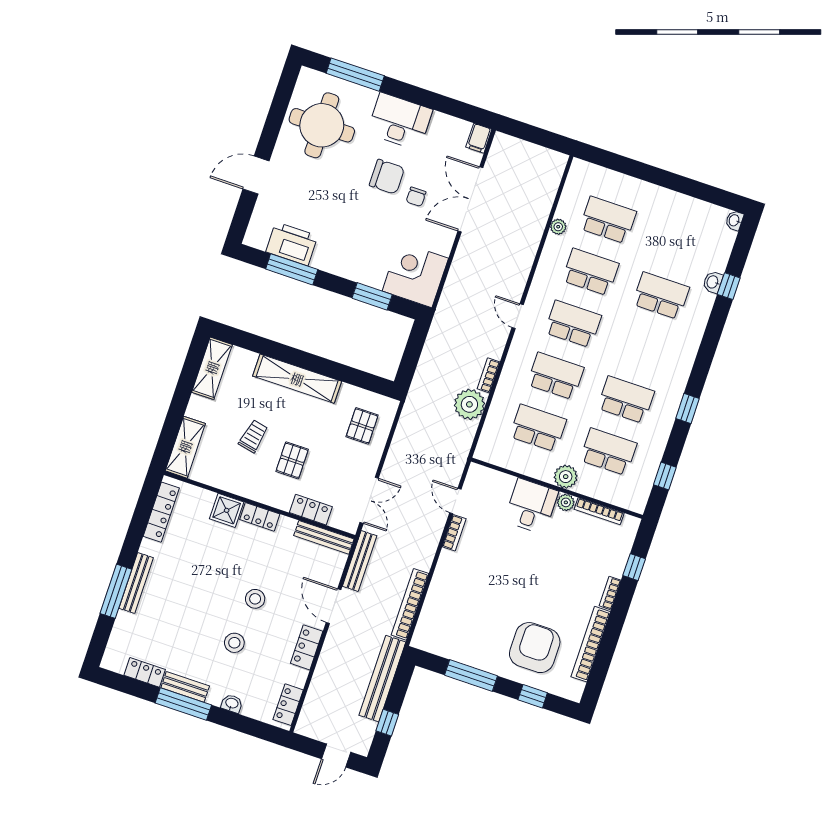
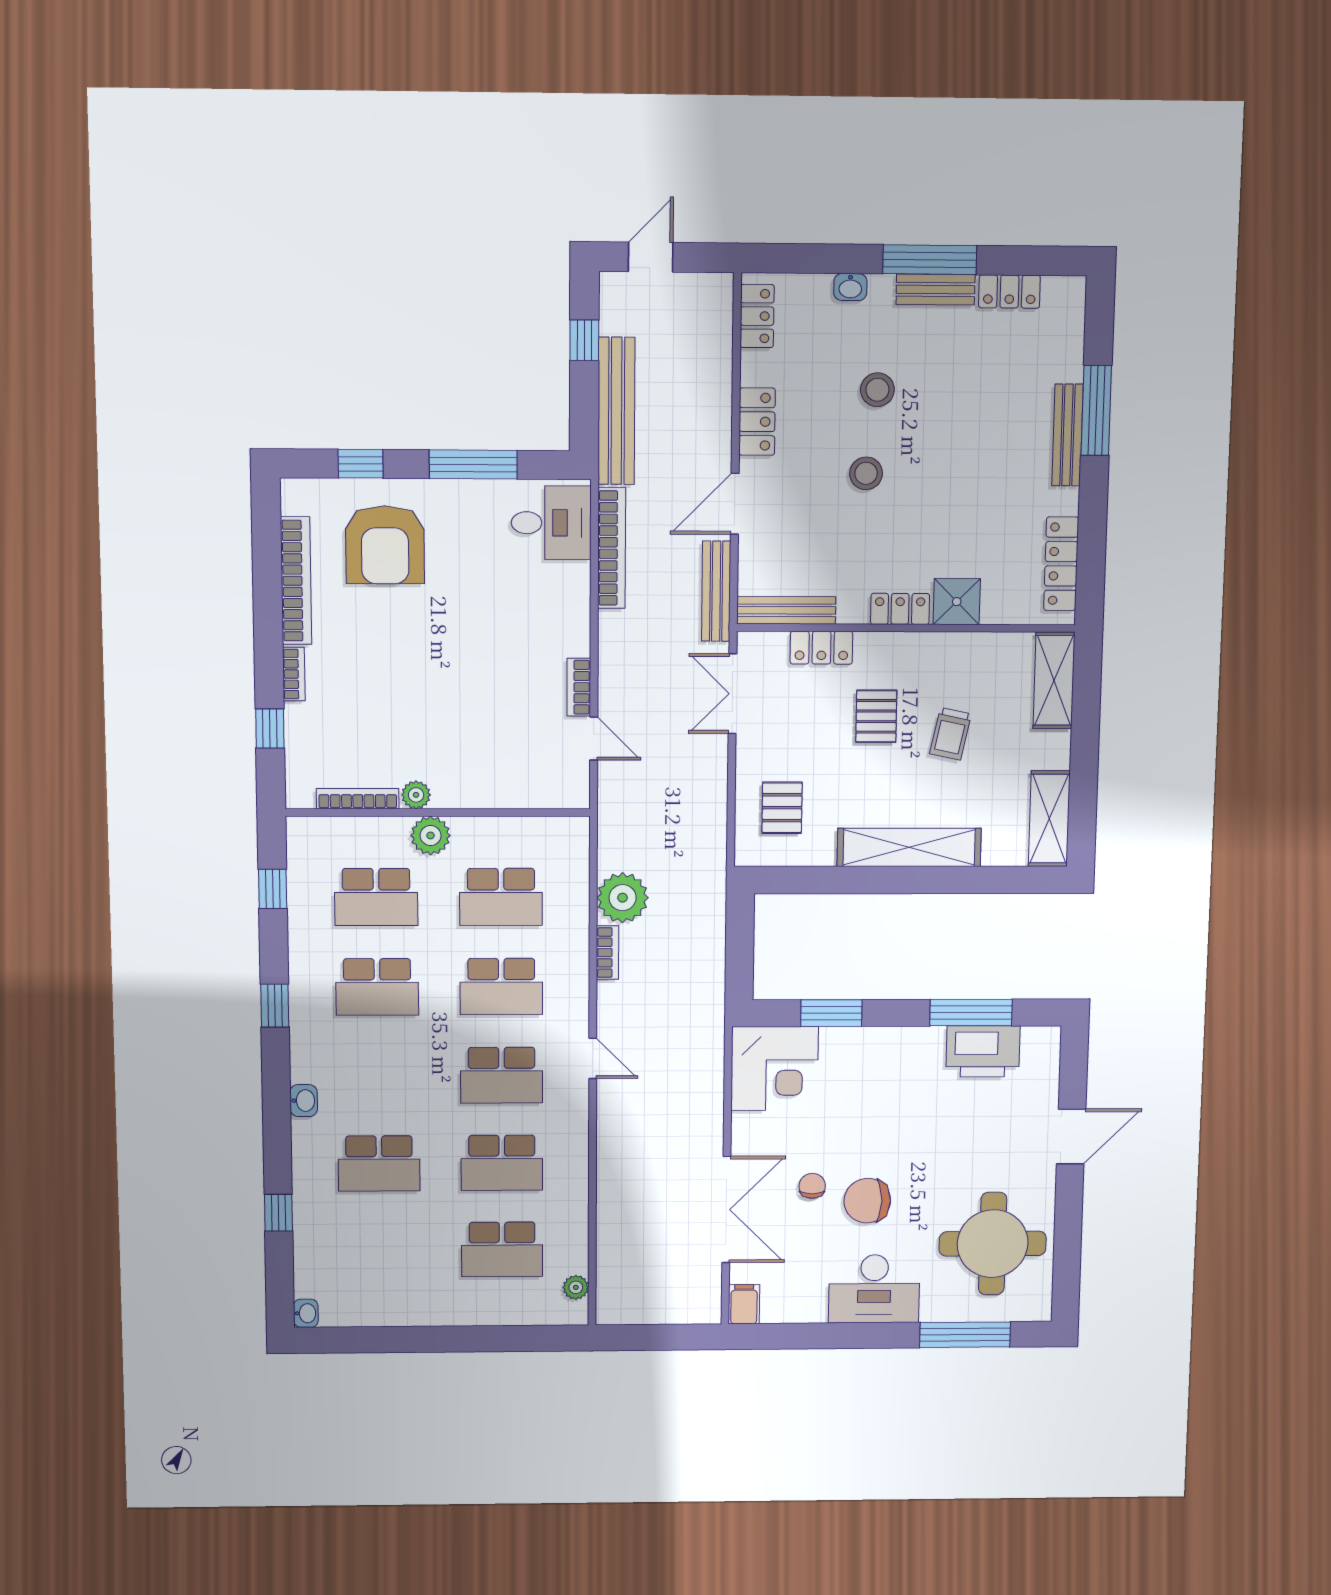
plant: (558, 227) -> (576, 1287), moved
washbasin: (713, 282) -> (304, 1101), moved
desk: (531, 506) -> (551, 523), moved, turned -90
door: (334, 606) -> (735, 504), swing flipped

